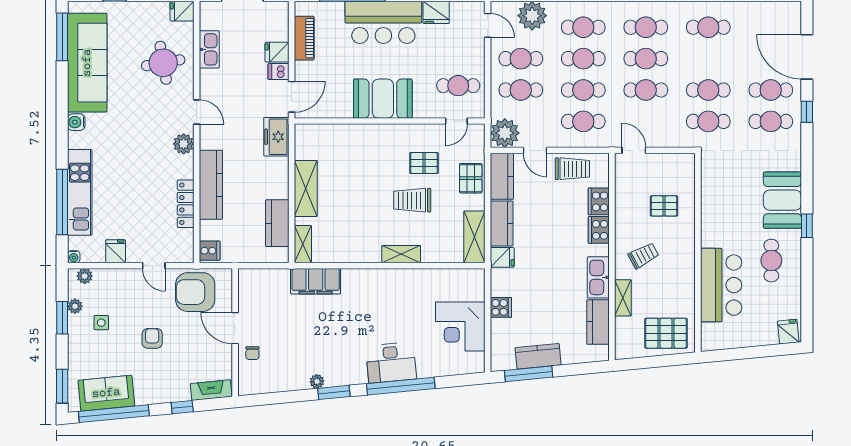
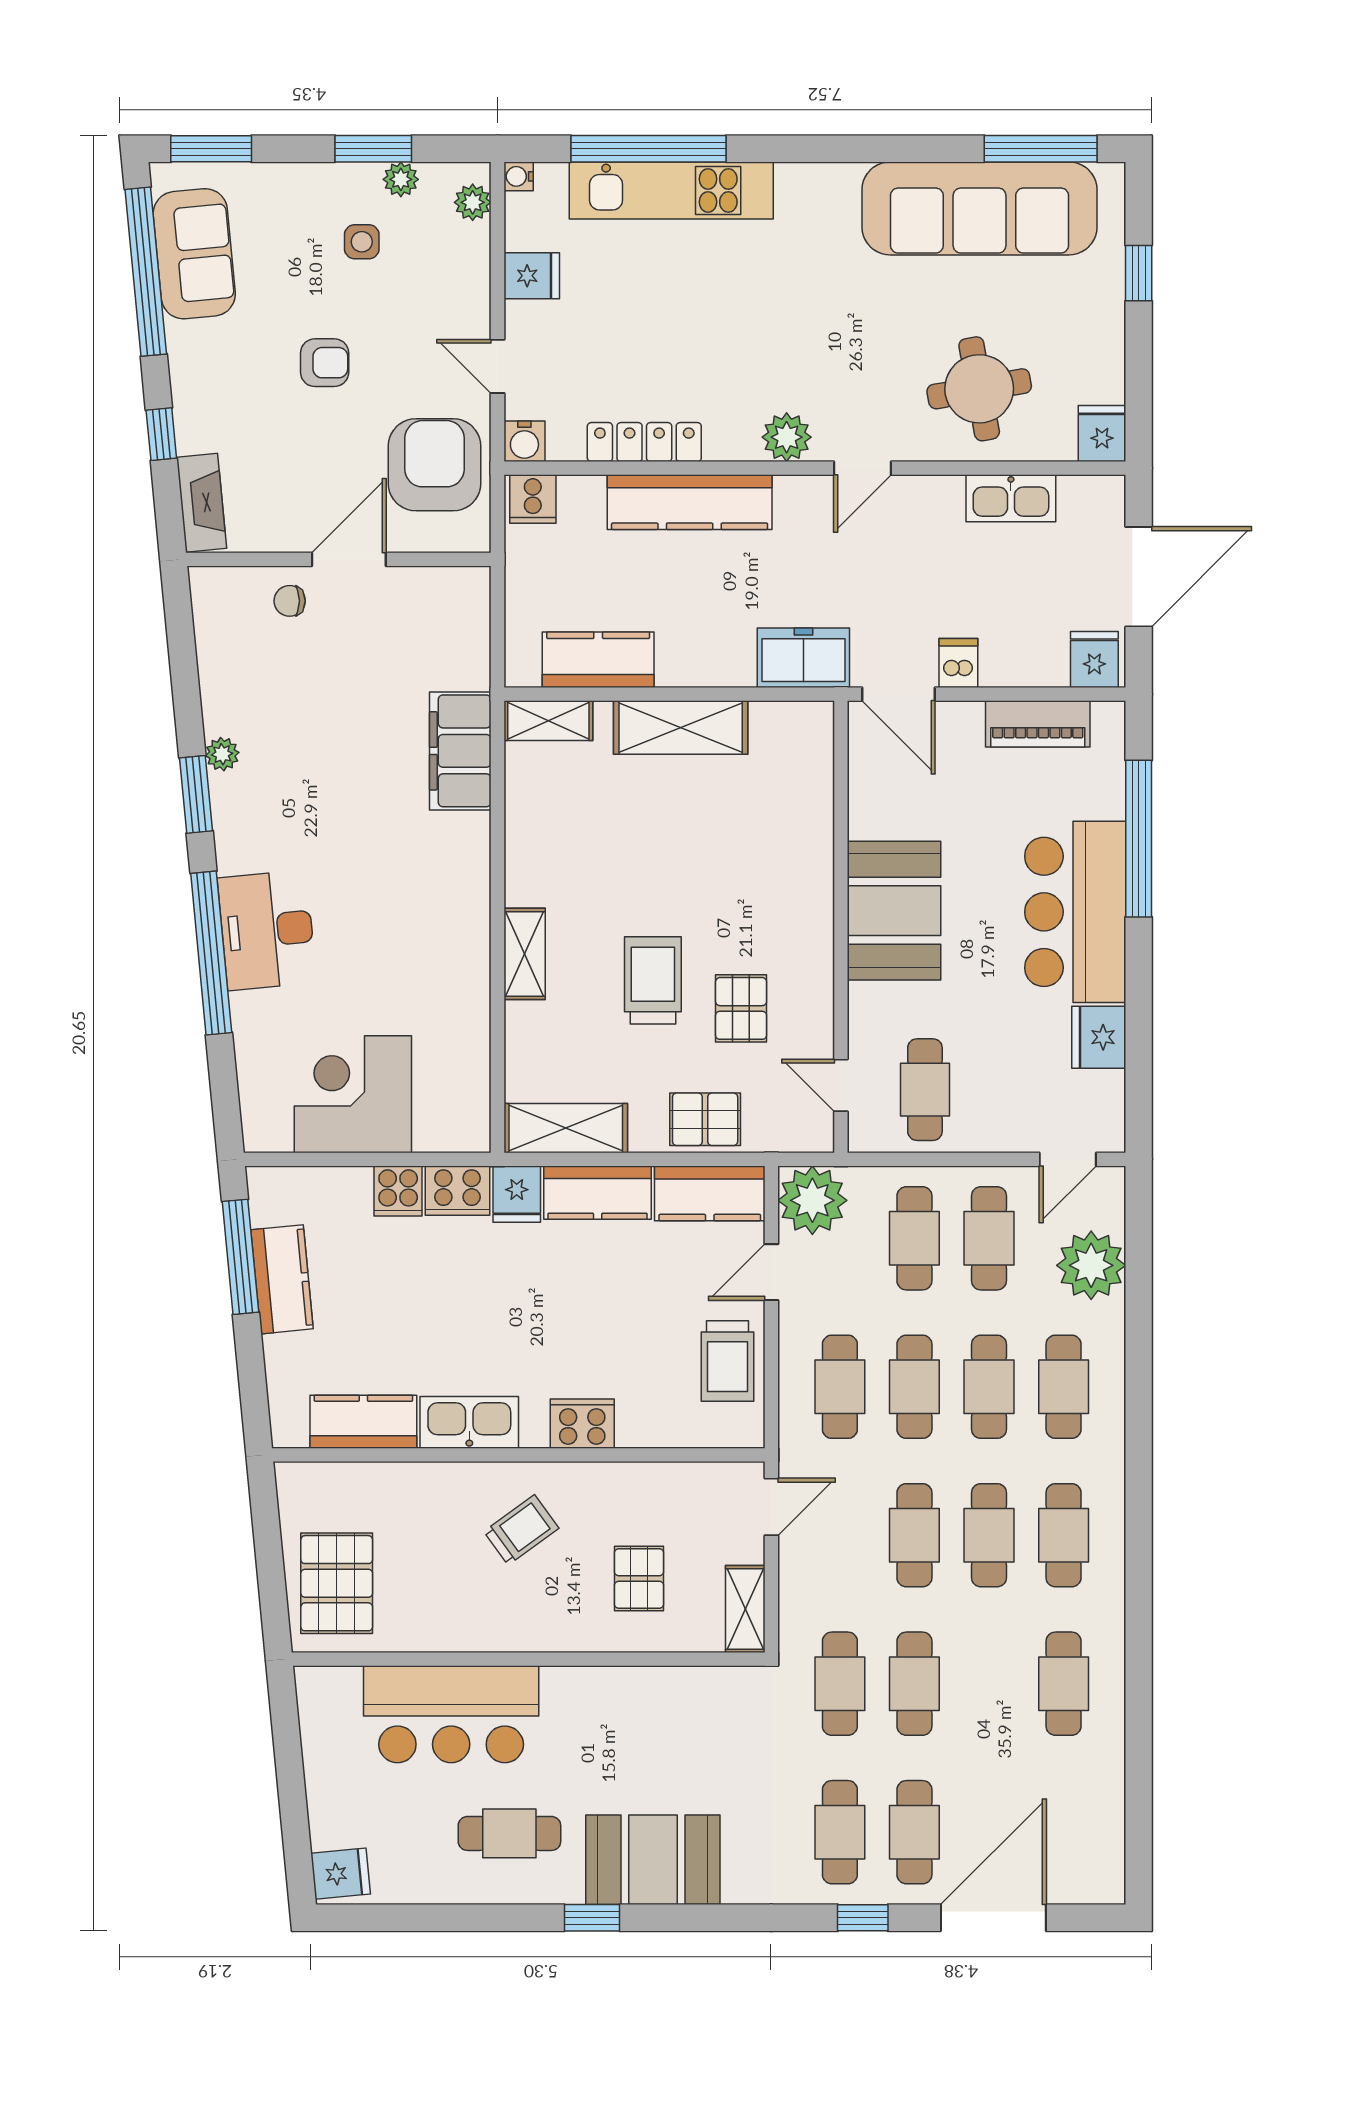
fridge: (277, 52) -> (1094, 659), moved
water cooler: (76, 122) -> (524, 441), moved, turned 180
cooker: (599, 201) -> (457, 1191), moved, turned 180
trolley: (644, 256) -> (521, 1530), turned -98
door: (154, 266) -> (498, 366), hinge flipped
shelving: (623, 298) -> (745, 1609), moved, turned 90

